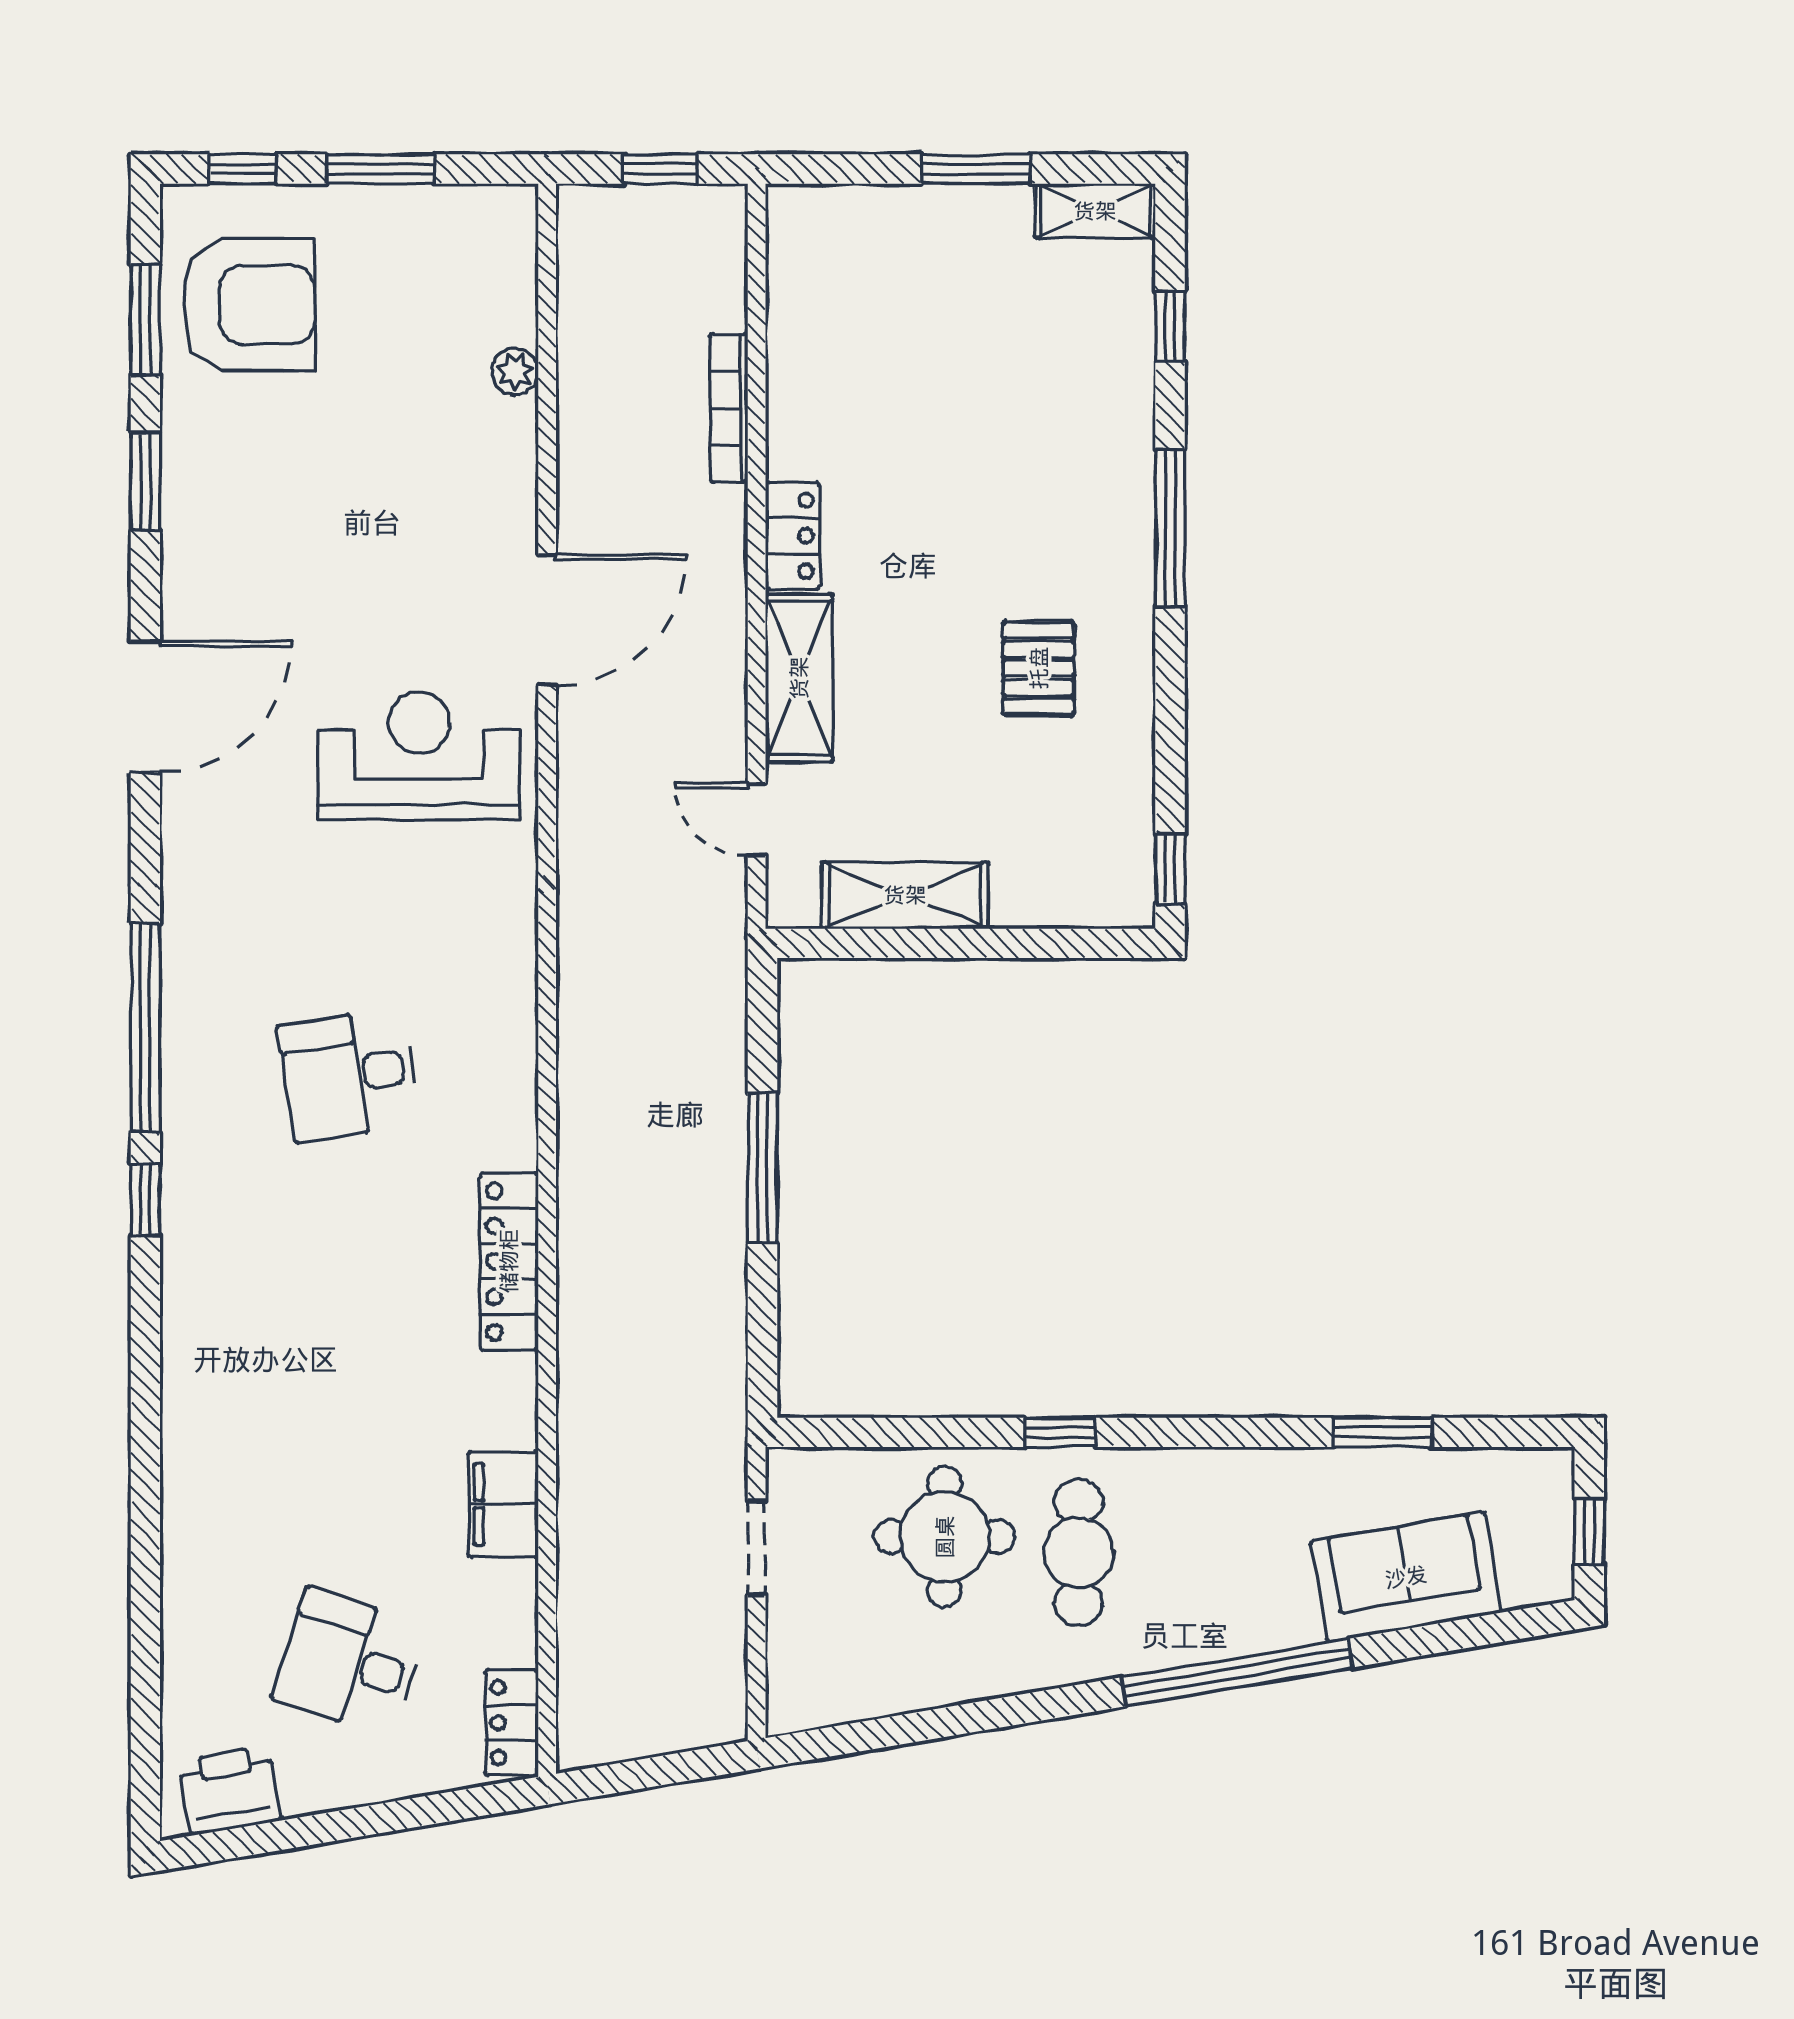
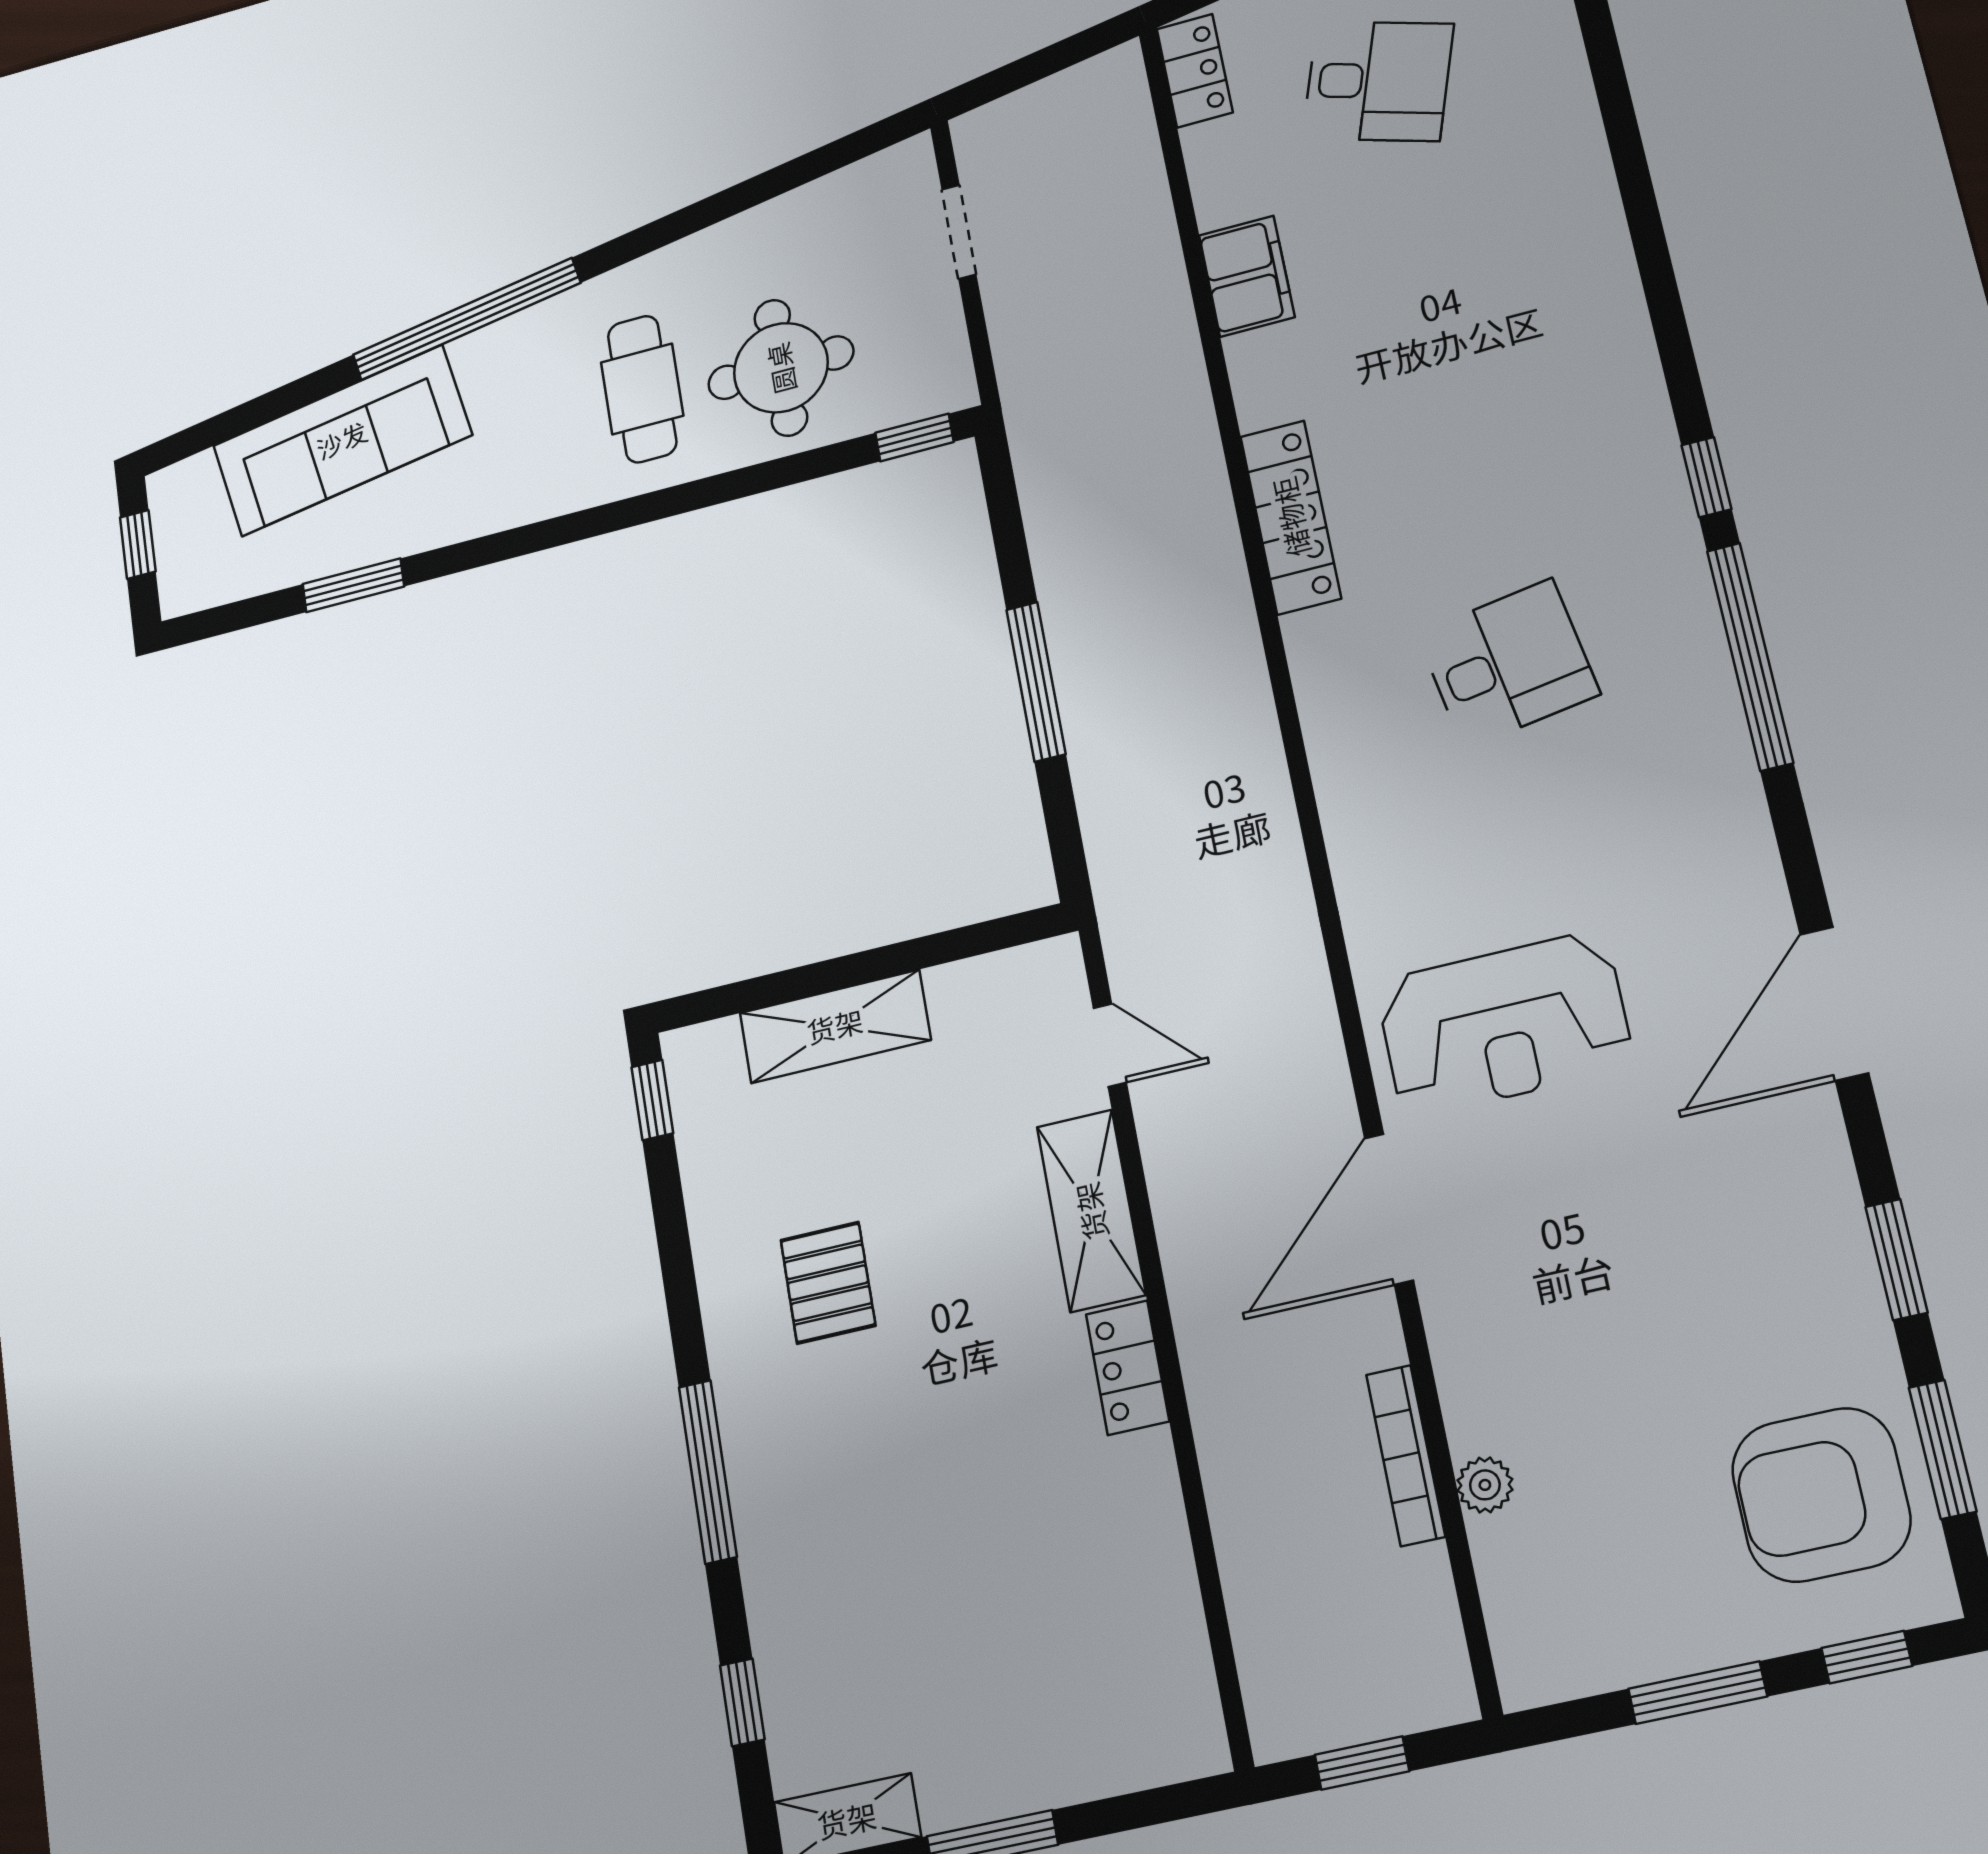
bookcase: (729, 408) -> (1406, 1455), moved, turned 180
shelving: (905, 895) -> (835, 1026), moved
window: (1060, 1432) -> (914, 437), moved
doorway: (757, 1548) -> (959, 232), moved
sofa: (1406, 1577) -> (342, 440), width x1.36

